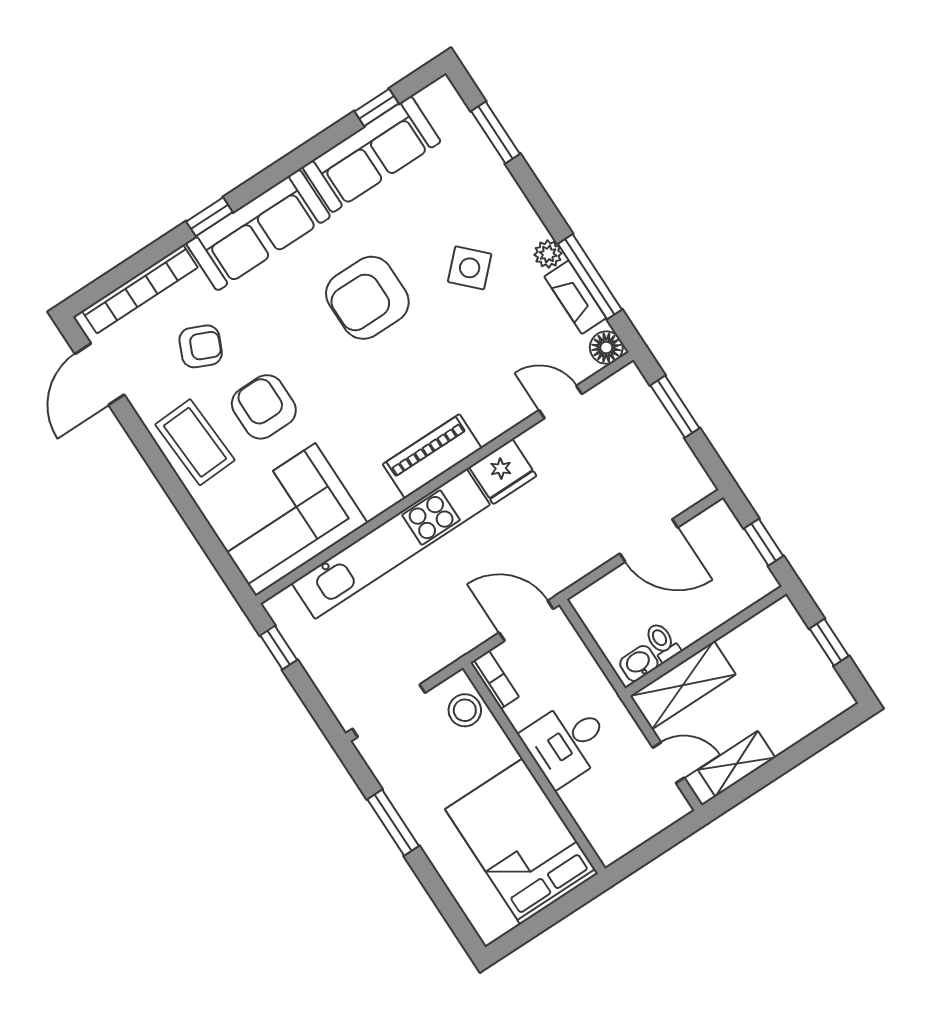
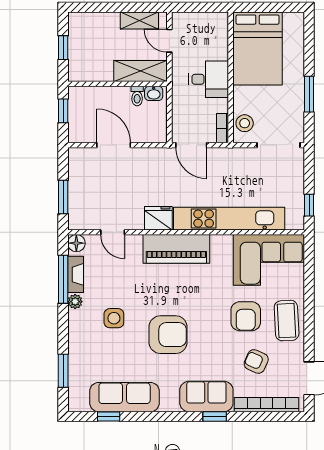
sofa: (258, 230) -> (206, 396), width x0.73
side table: (470, 268) -> (114, 318), turned 45
piano: (432, 456) -> (176, 249), width x1.37, depth x1.33

